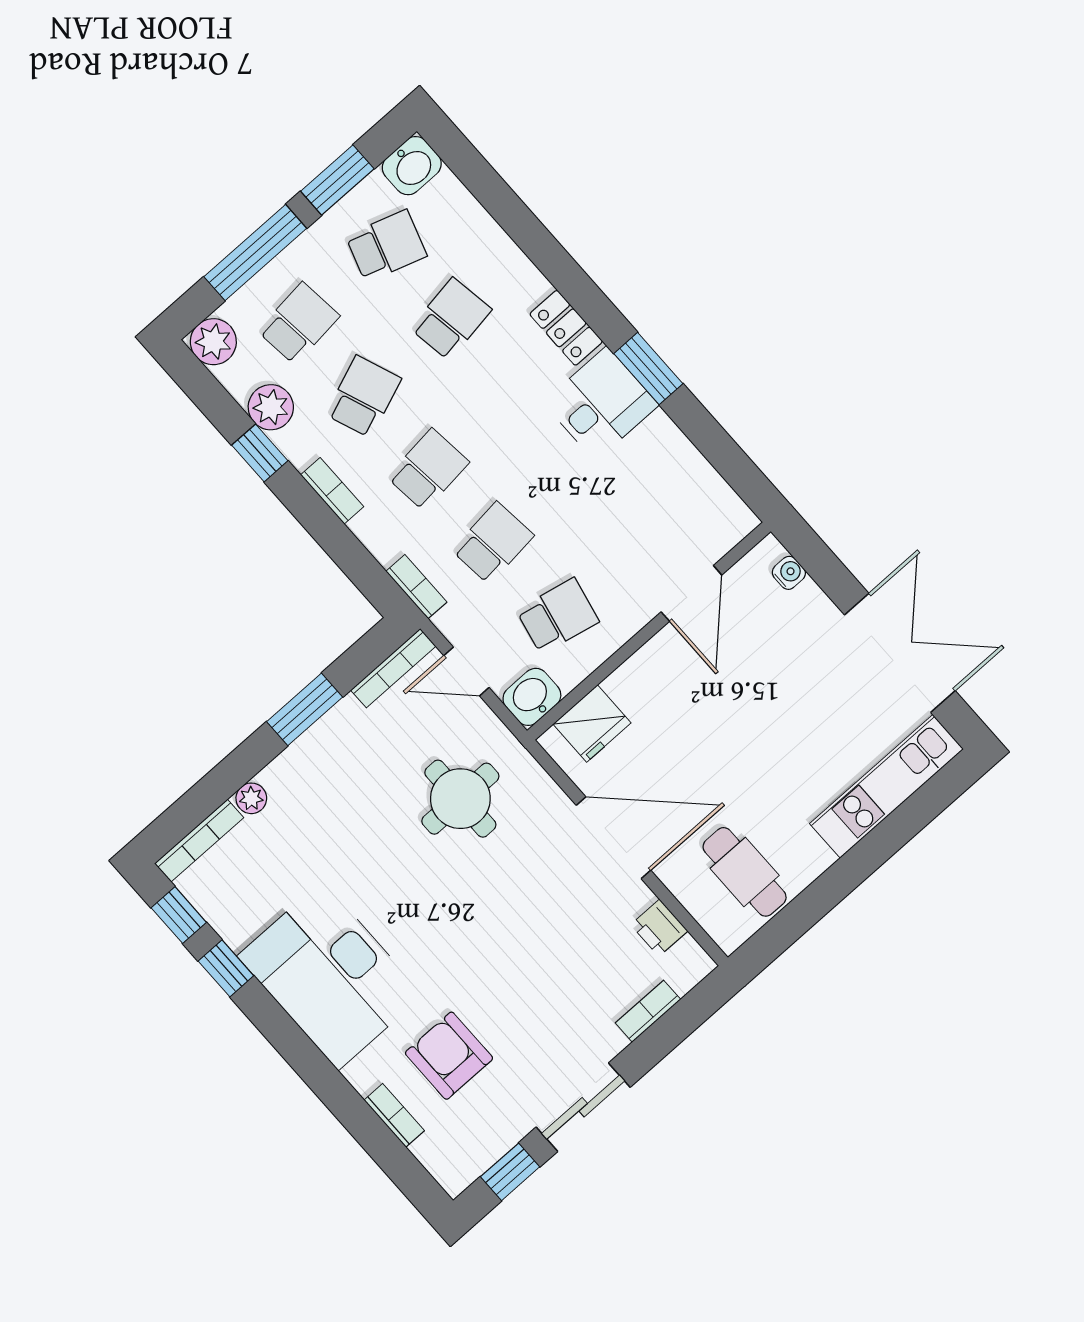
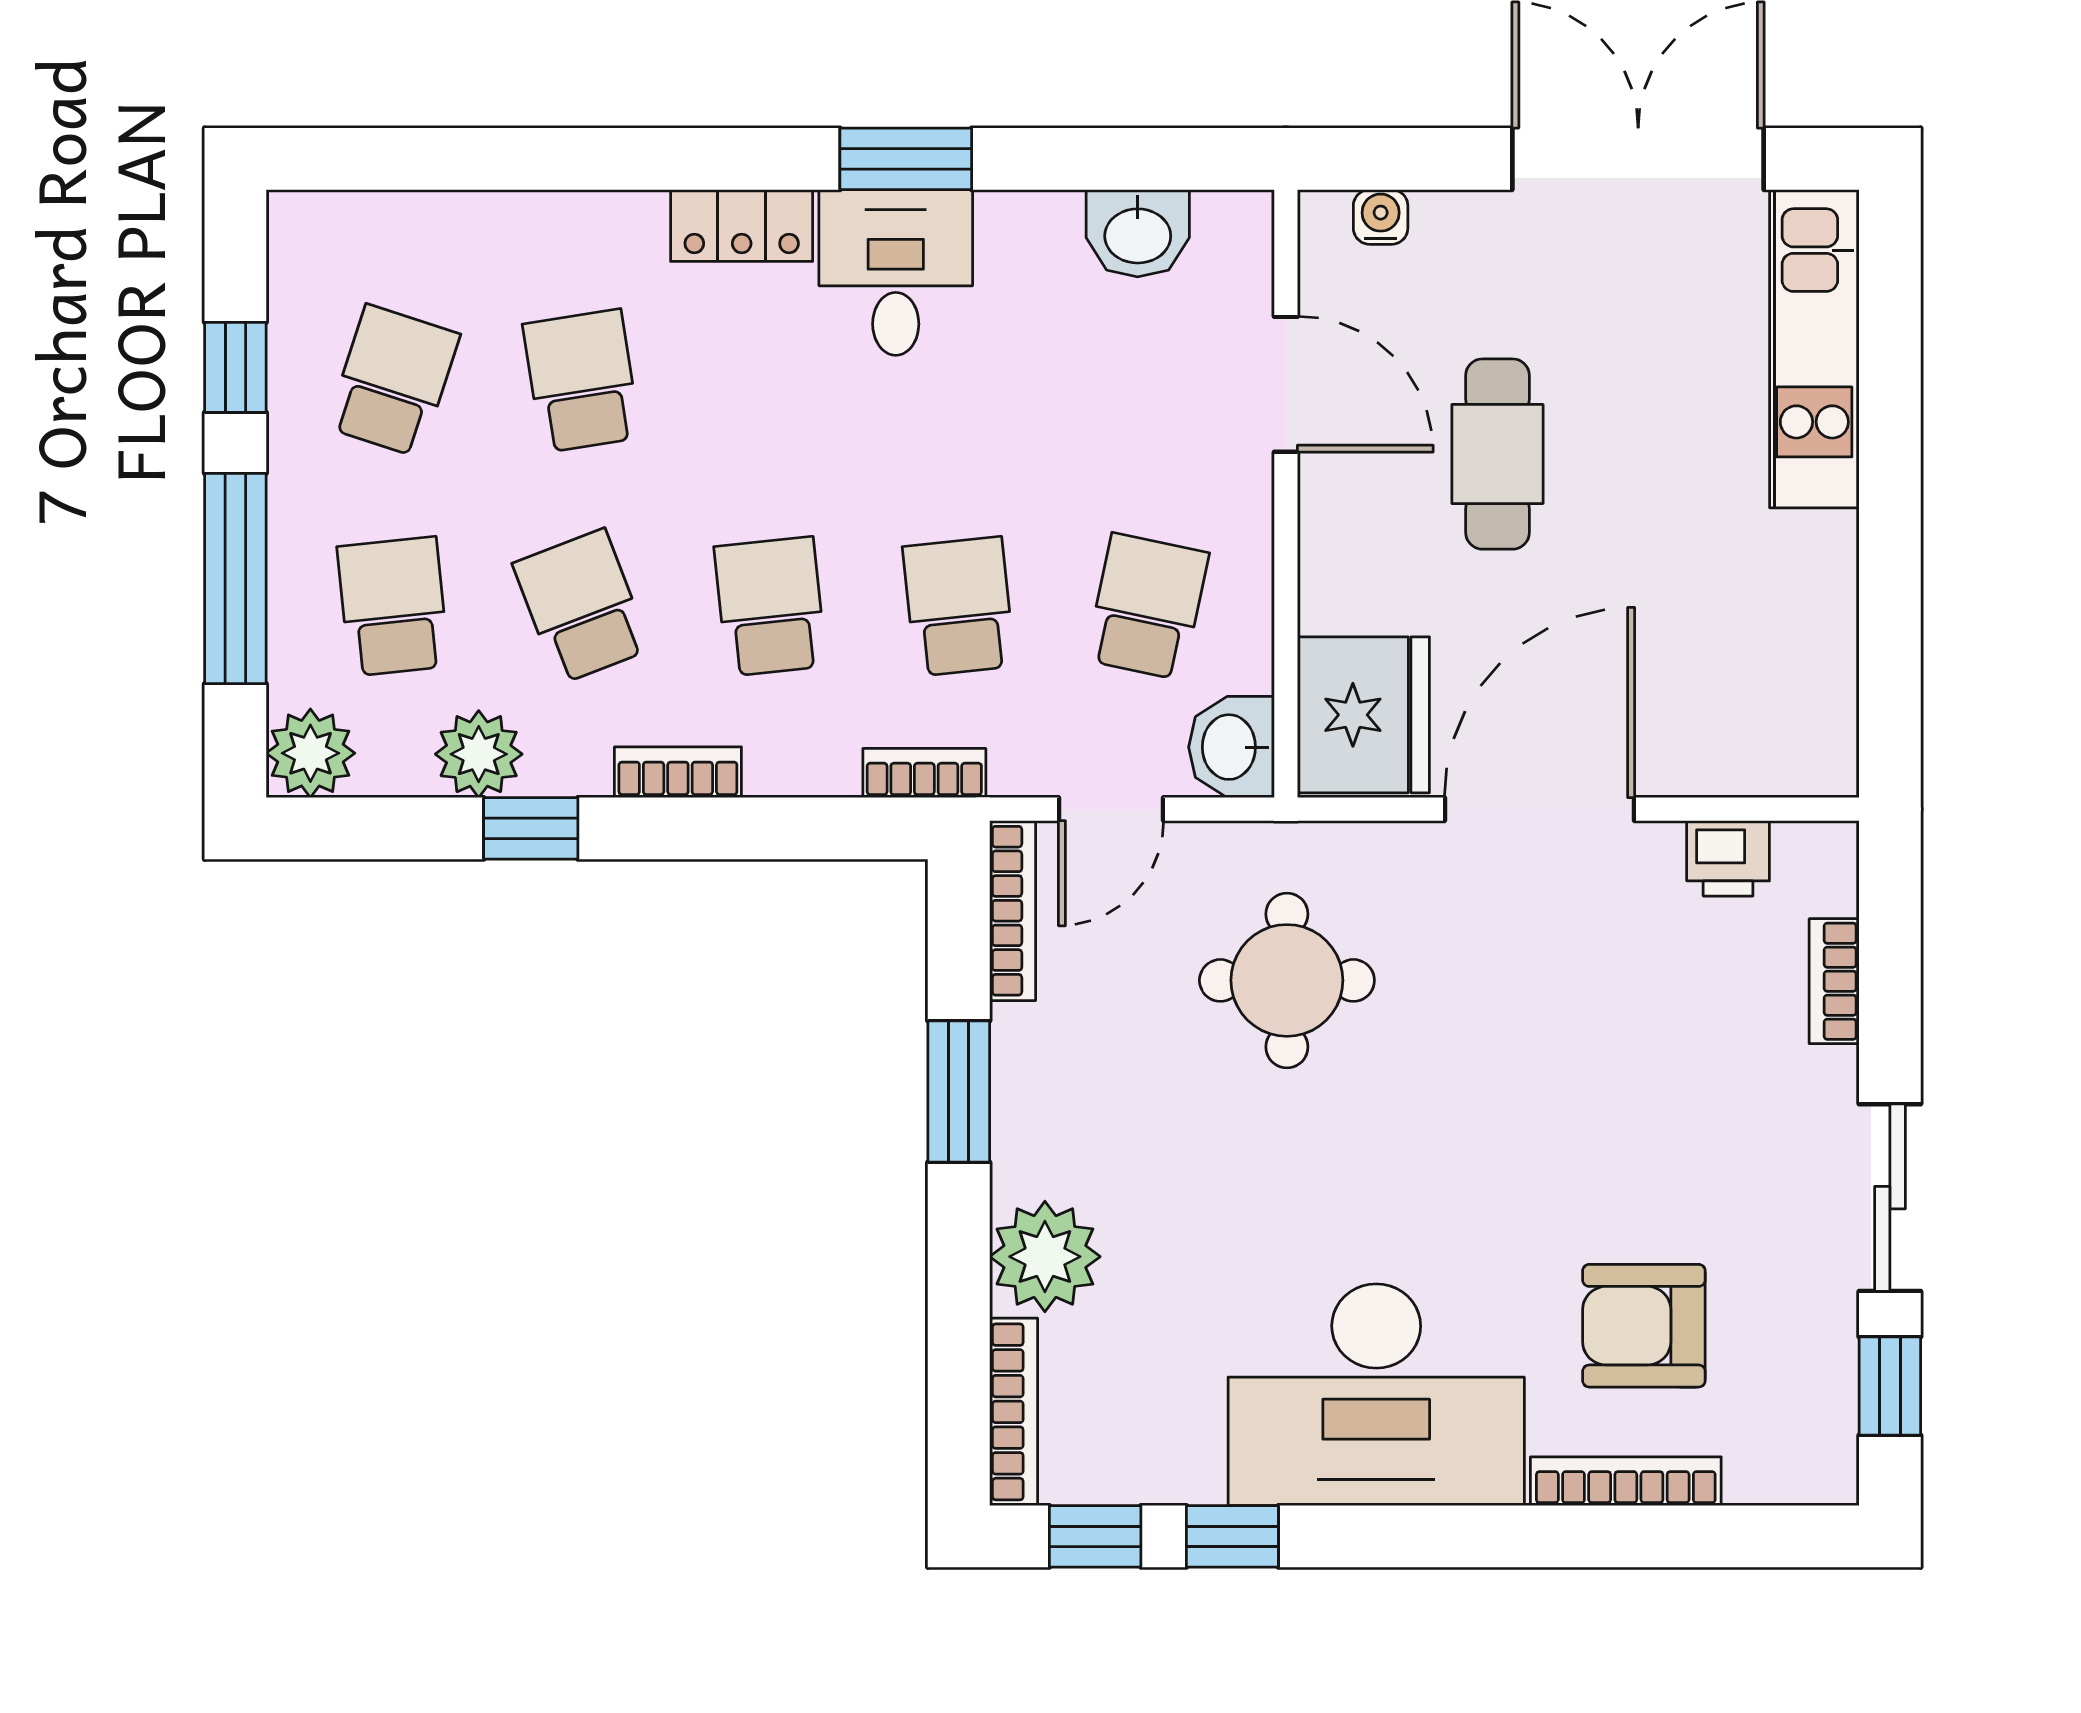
washbasin: (412, 166) -> (1138, 233), moved, turned 90
window: (337, 180) -> (235, 367), width x0.67
fridge: (592, 723) -> (1363, 715), width x1.36, depth x1.34
plant: (251, 798) -> (1045, 1257), width x1.88, depth x1.88
cafe table: (745, 872) -> (1497, 454), moved, turned 90
bookcase: (394, 1115) -> (1626, 1481), width x1.56

